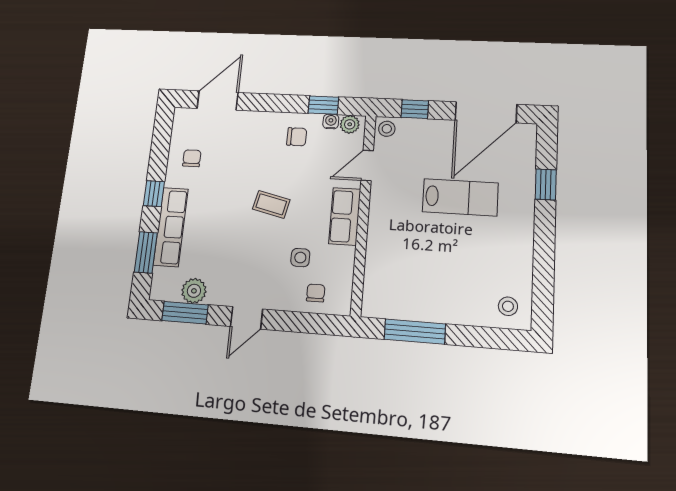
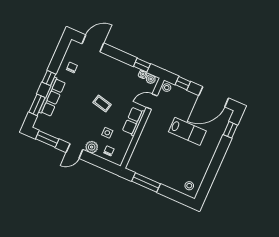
chair: (297, 137) -> (124, 76), removed
window: (546, 184) -> (230, 130), moved
plant: (194, 291) -> (92, 147), moved

